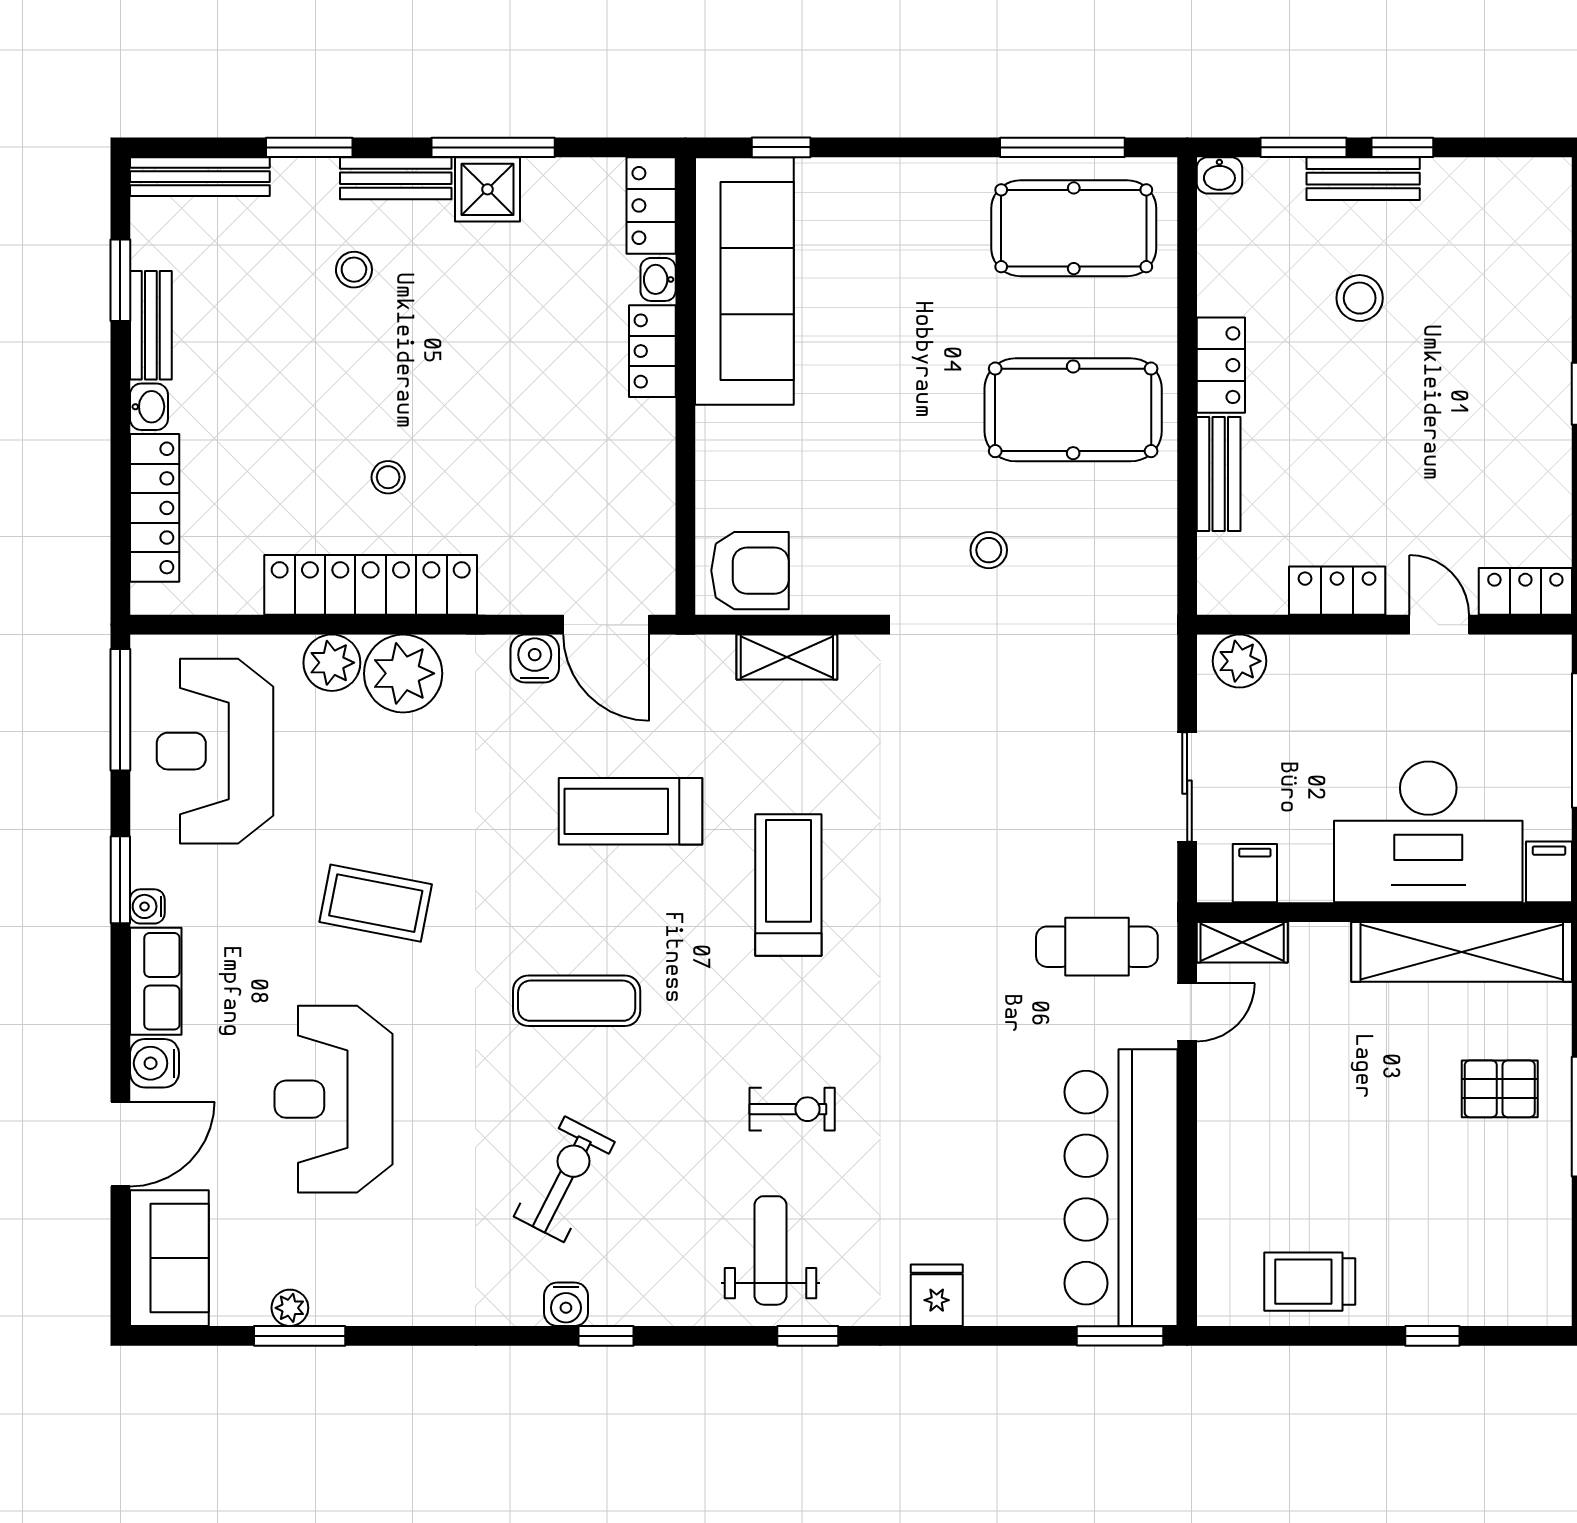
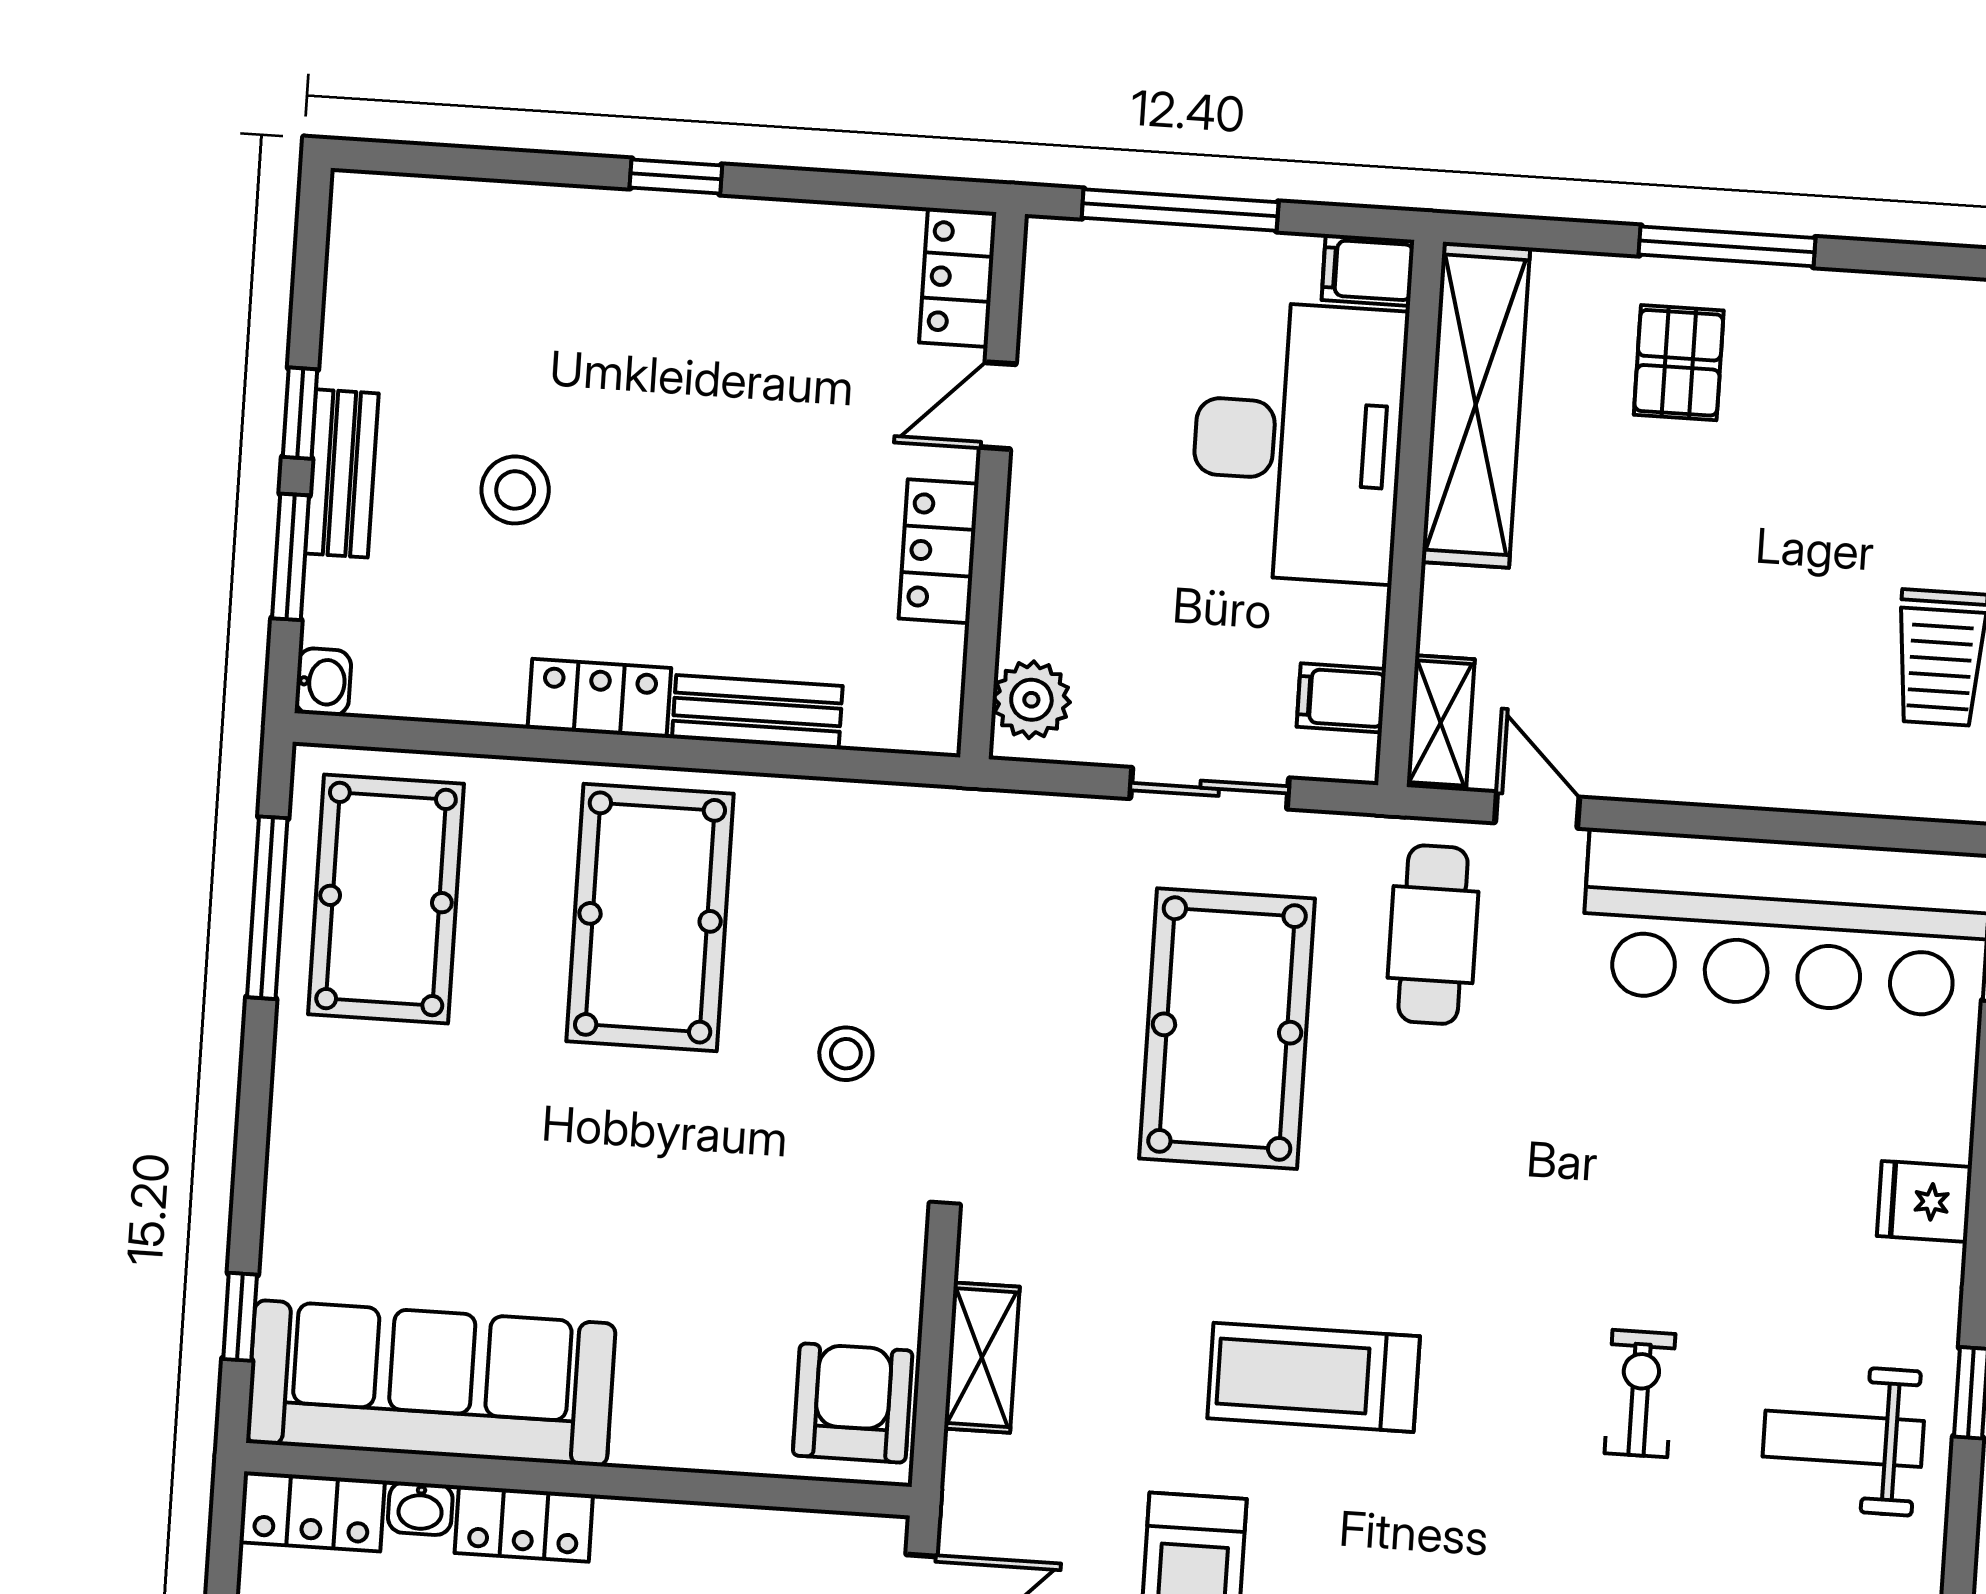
pool table: (1023, 810) -> (1227, 1029), added

